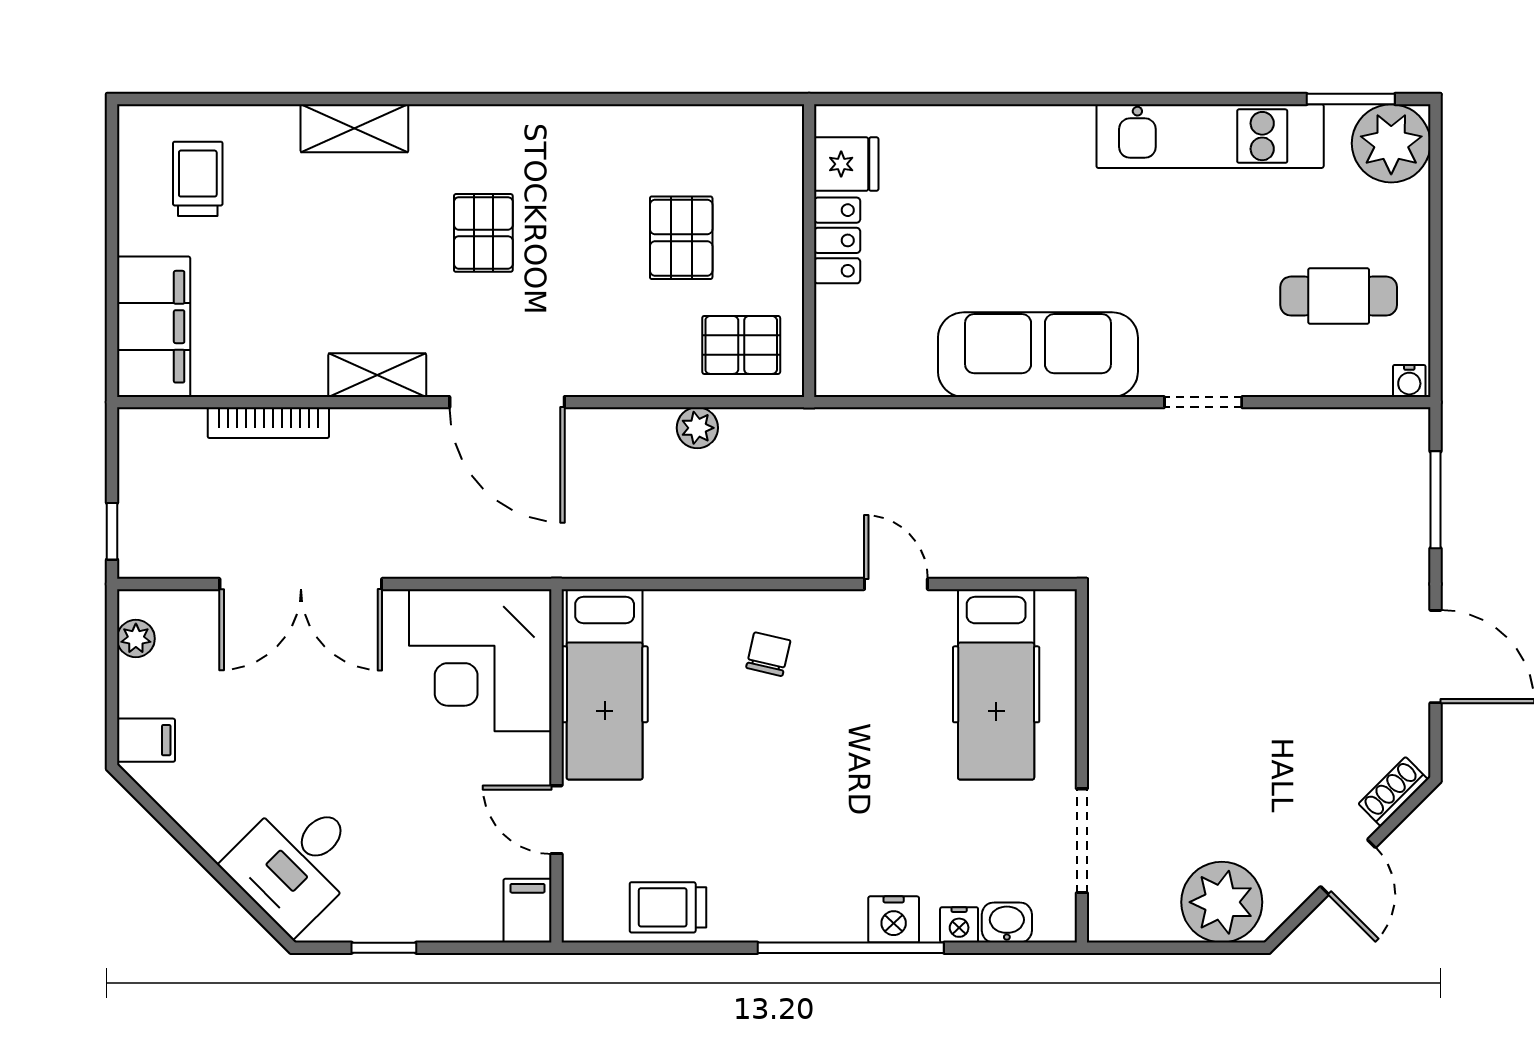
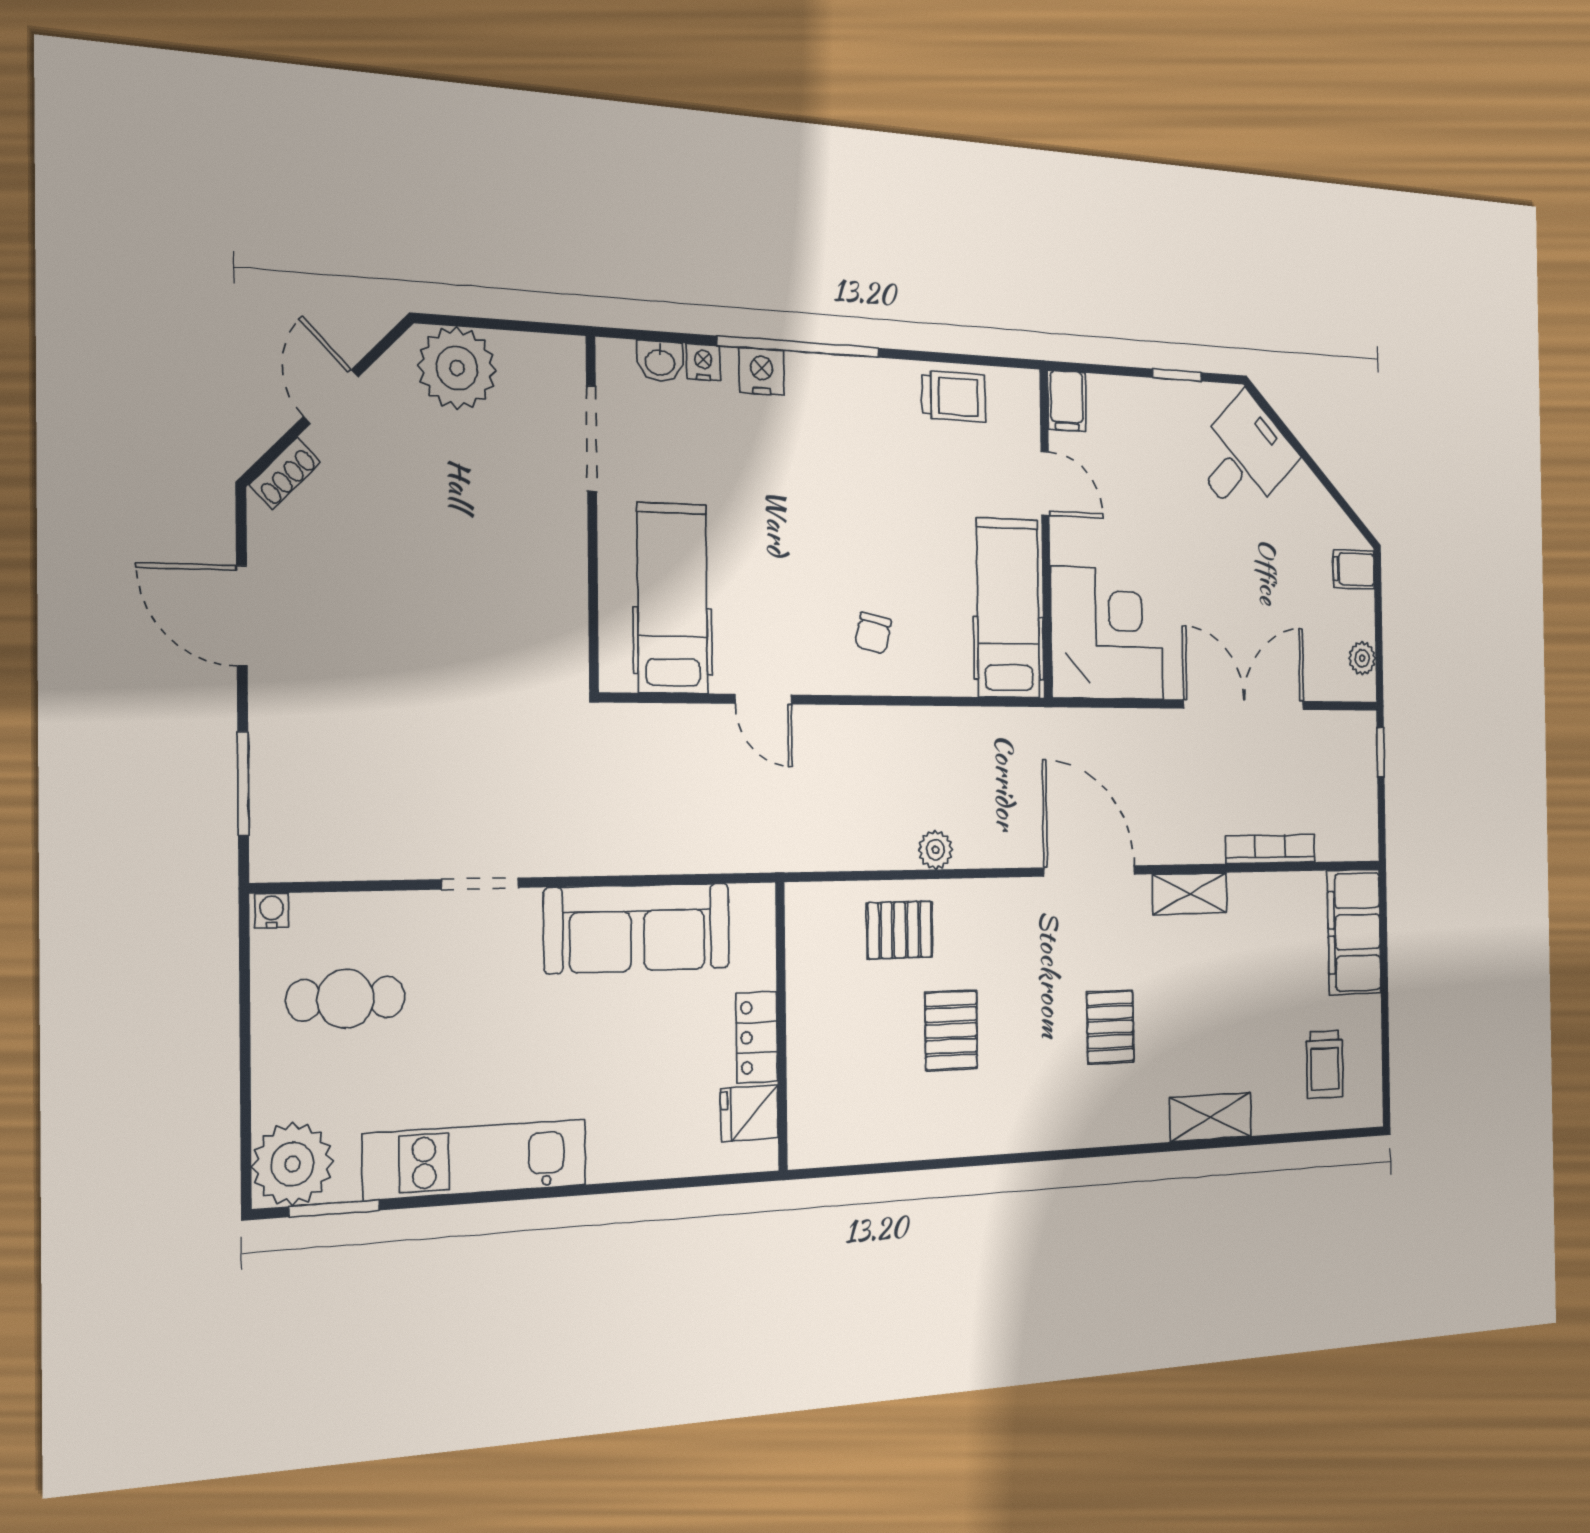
fridge: (846, 164) -> (750, 1113), moved
locker: (837, 240) -> (757, 1037), moved
wall: (809, 251) -> (781, 1026), moved

